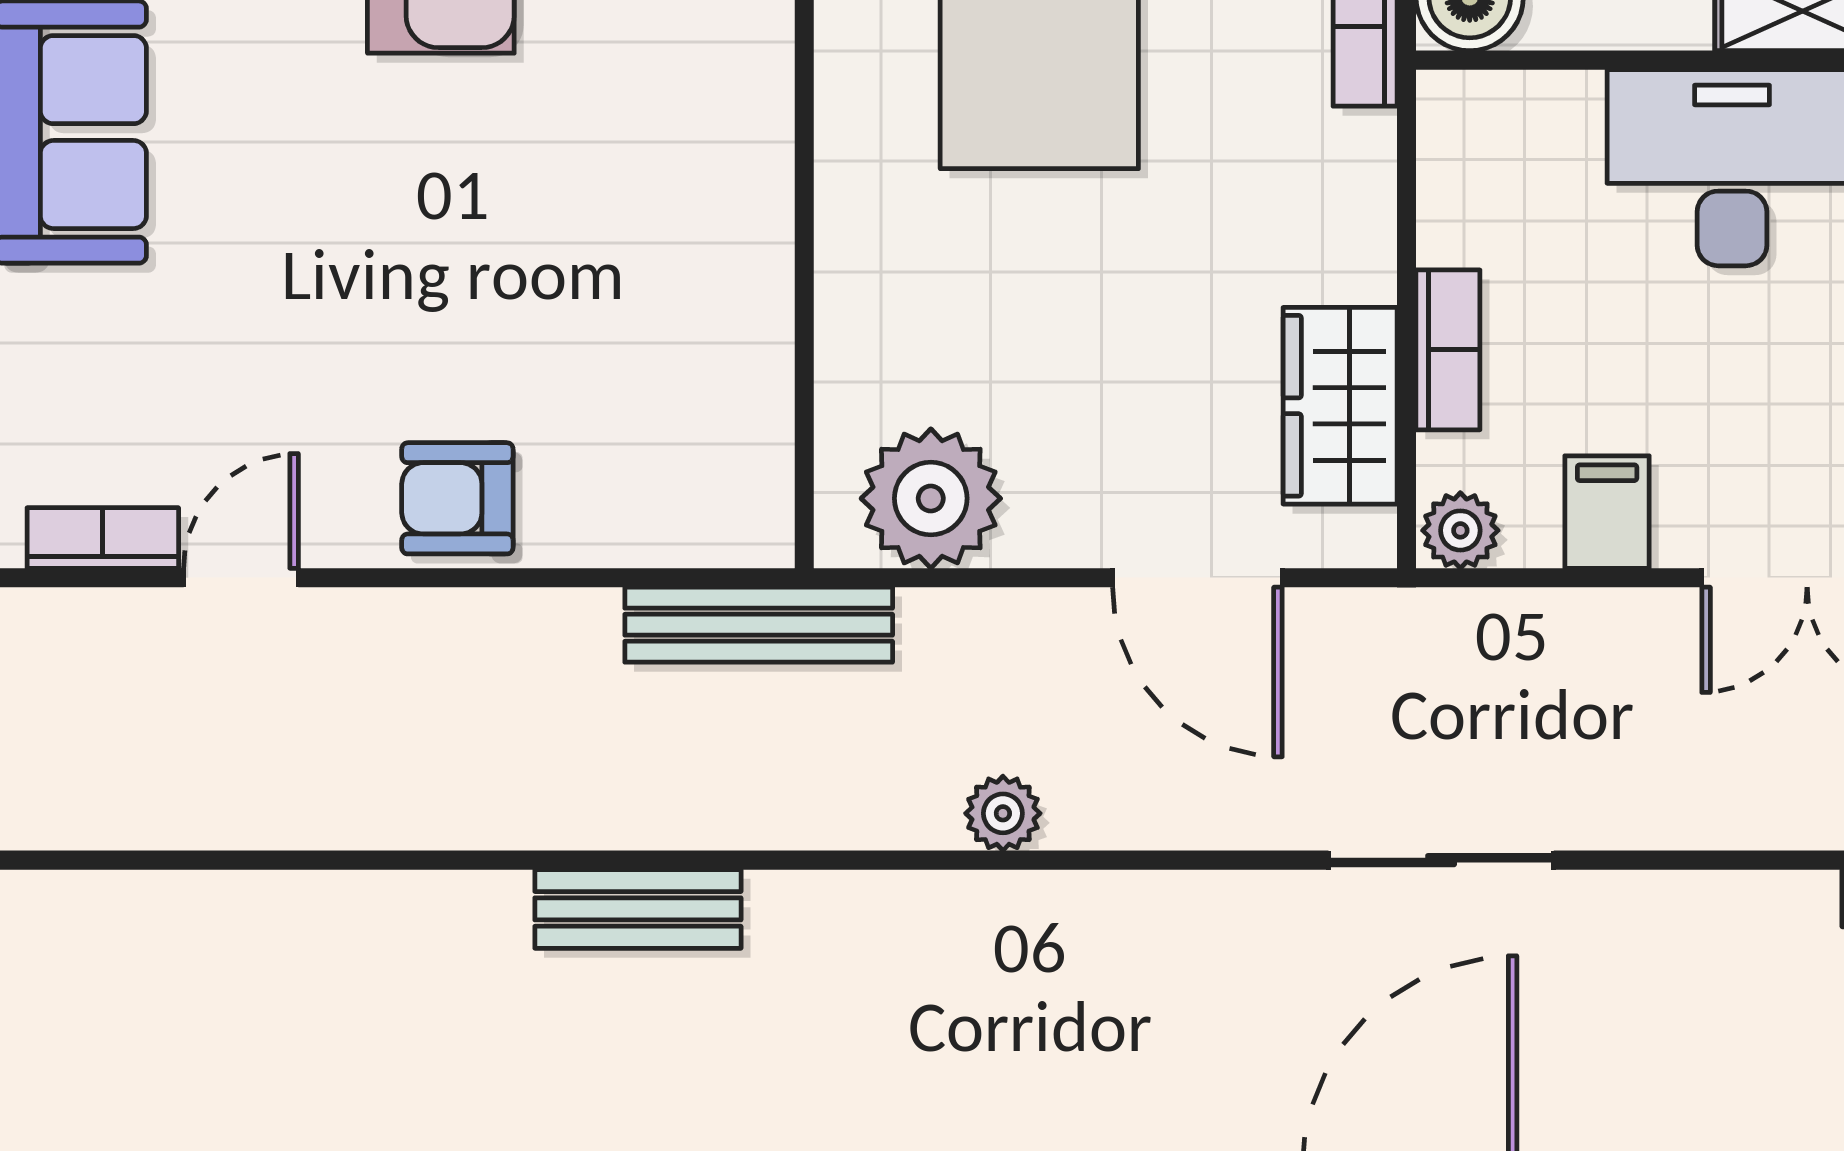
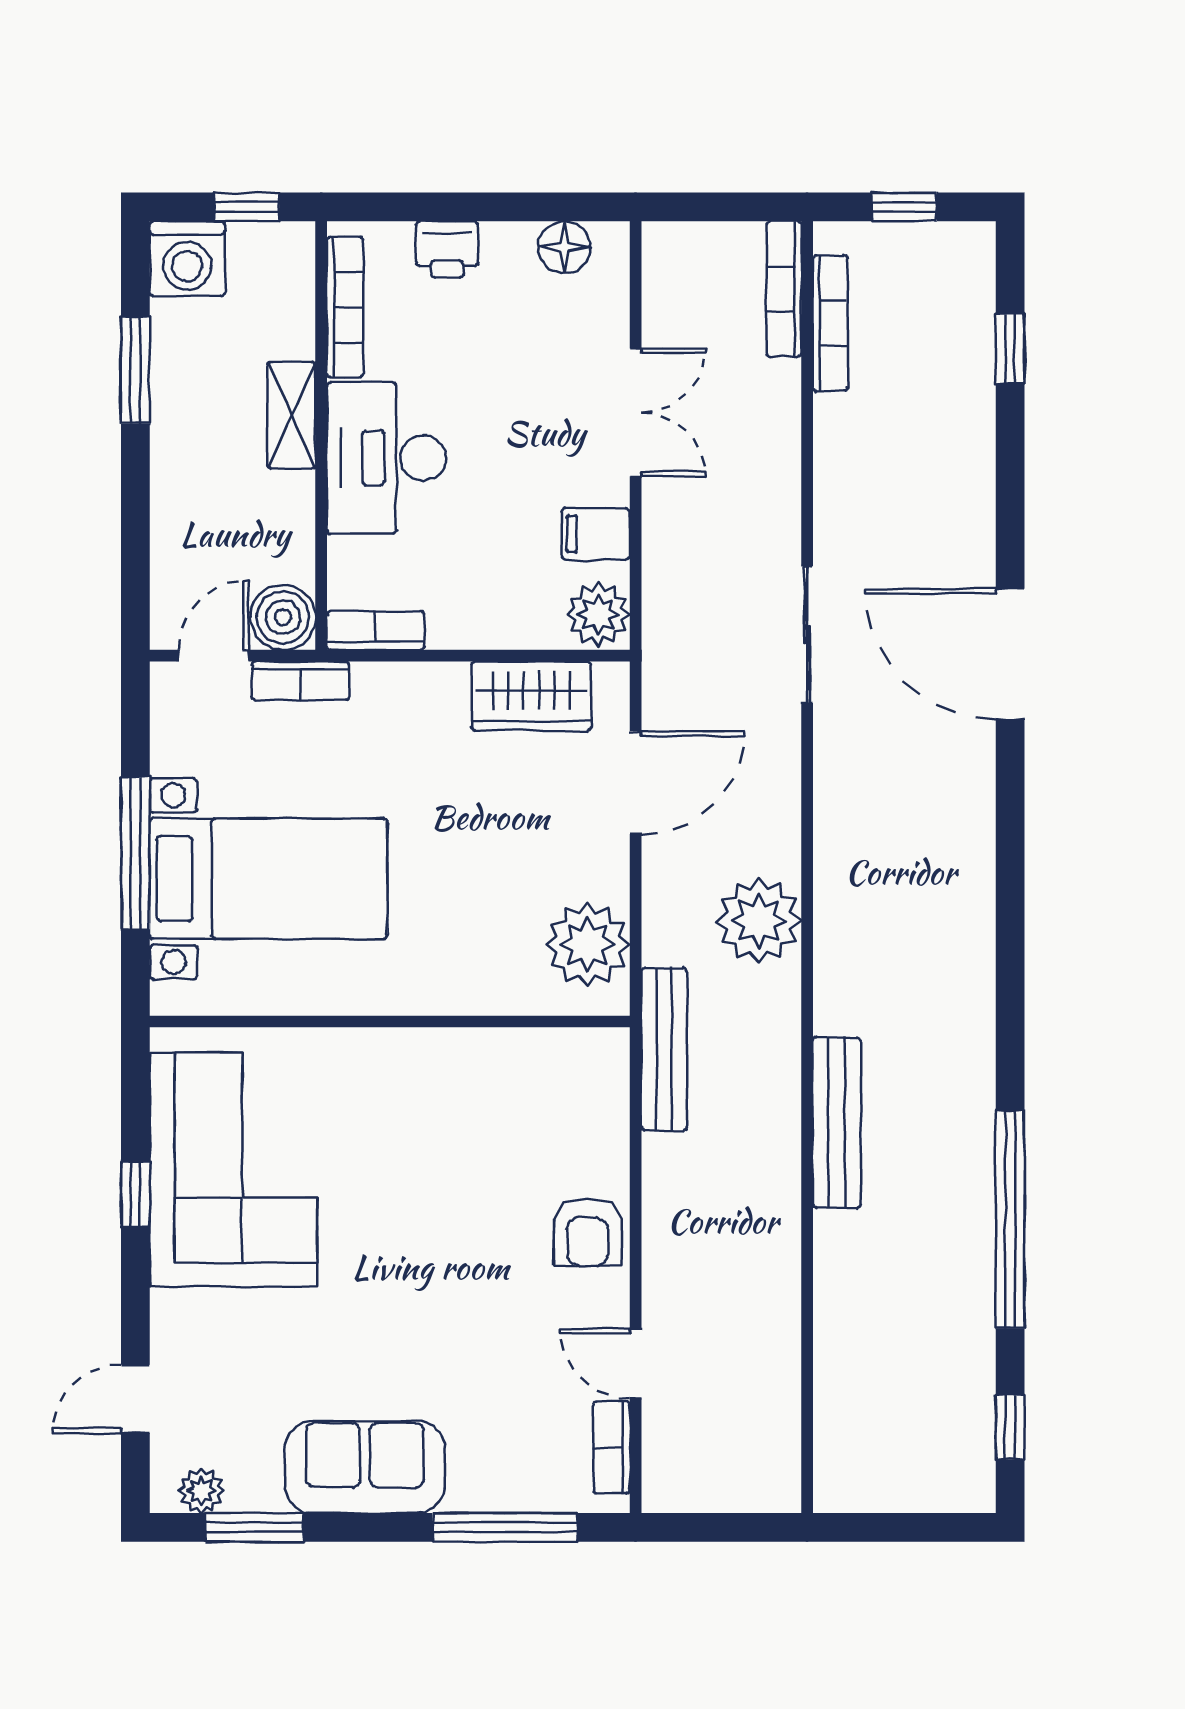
bookcase: (1448, 350) -> (375, 630), moved
plant: (1460, 530) -> (598, 614), width x1.38, depth x1.38
plant: (1003, 813) -> (759, 921), width x1.88, depth x1.88
bench: (638, 909) -> (837, 1122), width x1.36

